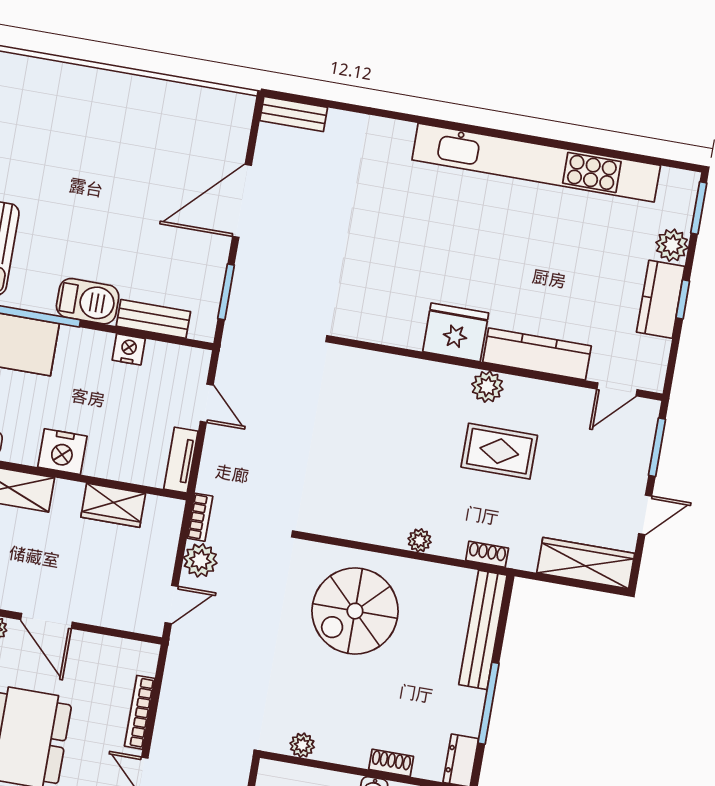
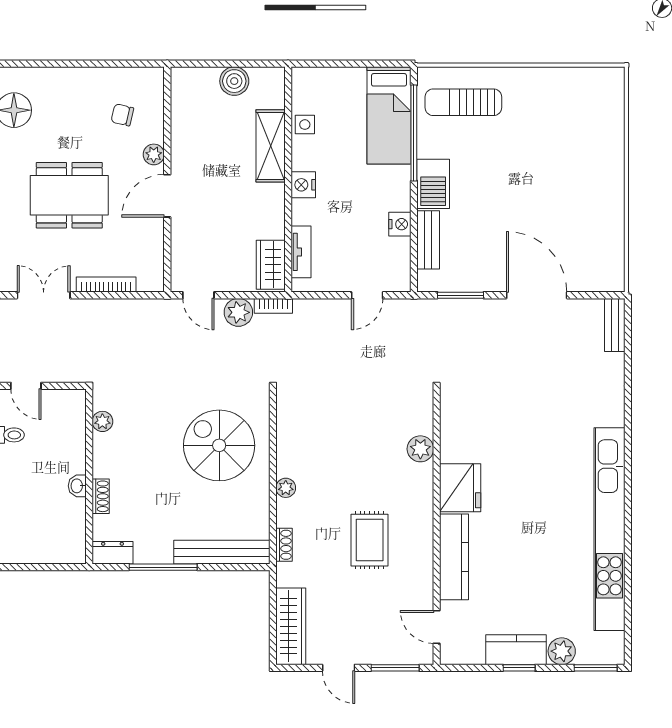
plant: (487, 387) -> (420, 449), moved
nightstand: (62, 452) -> (303, 185), width x0.74, depth x0.75
tv unit: (181, 460) -> (301, 252), moved, turned 90
wardrobe: (113, 505) -> (271, 265), moved

